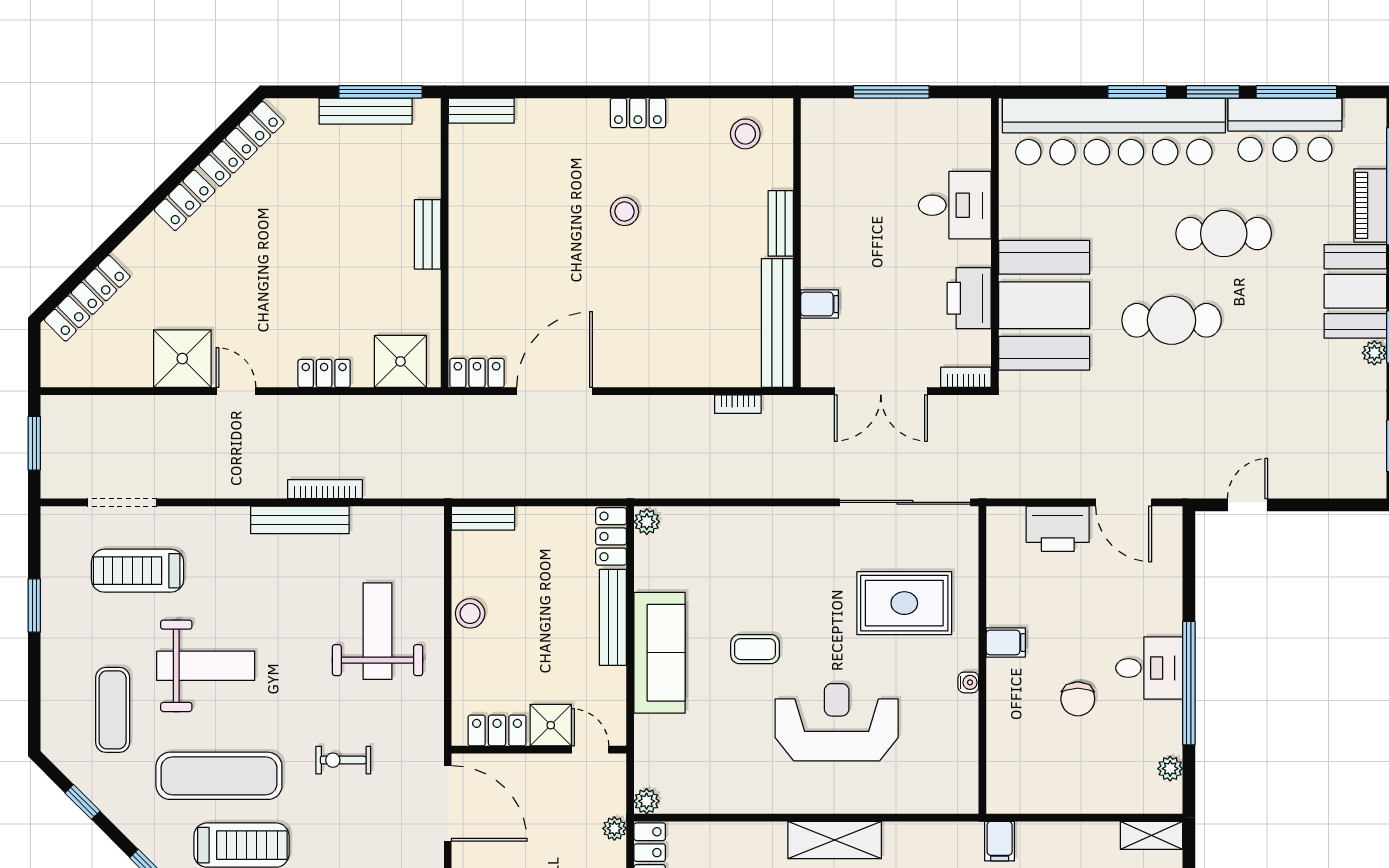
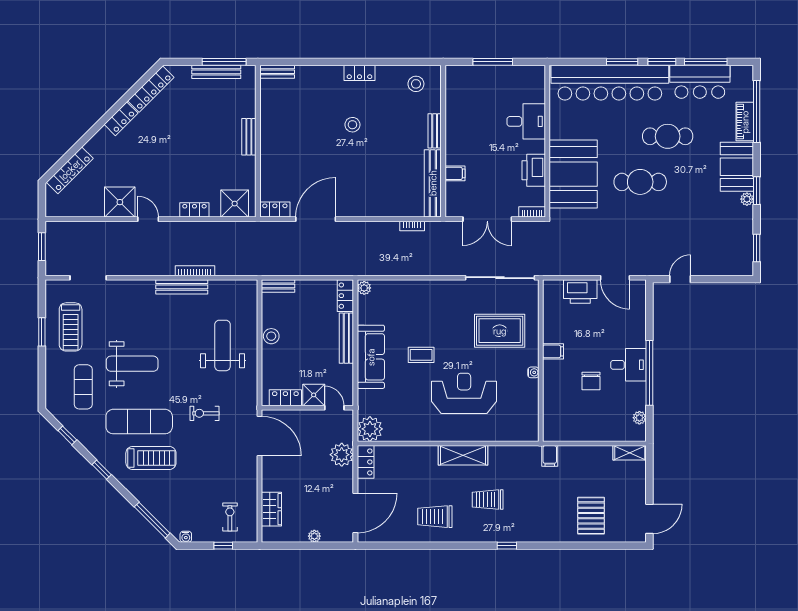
treadmill: (138, 571) -> (71, 327), moved, turned -90
plant: (647, 801) -> (370, 429), width x1.87, depth x1.87
plant: (614, 828) -> (342, 455), width x1.87, depth x1.87

